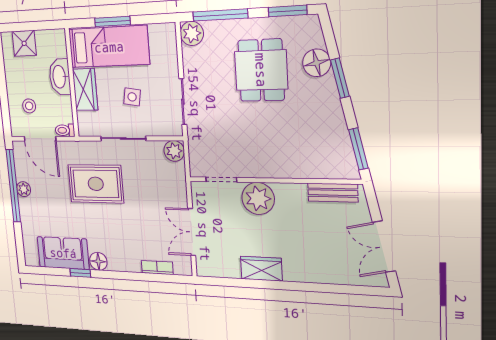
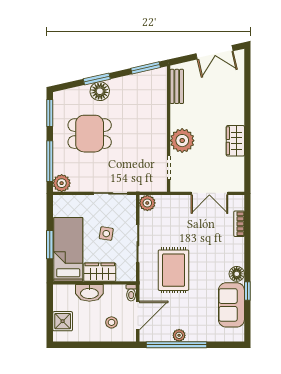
floor lamp: (317, 63) -> (100, 91), moved

